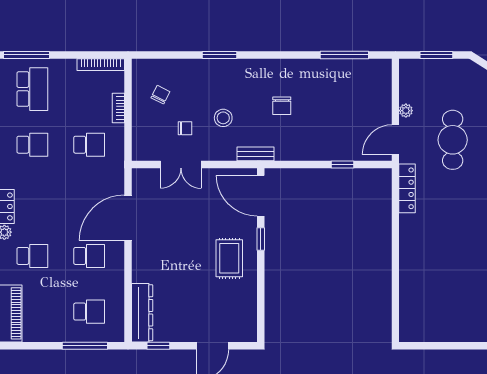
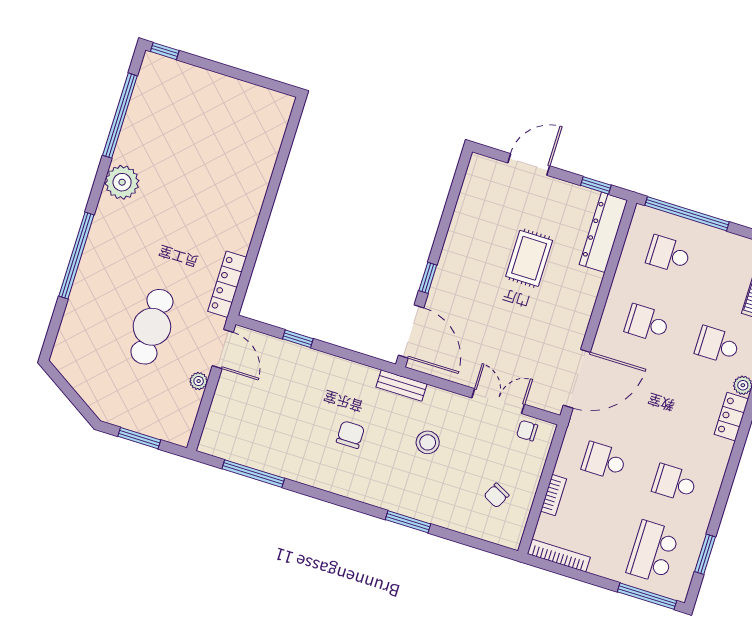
chair: (185, 128) -> (527, 431), moved
door: (395, 140) -> (223, 349), hinge flipped
door: (128, 218) -> (577, 379), moved
rug: (229, 258) -> (529, 258), moved
window: (85, 346) -> (687, 214), width x1.46

